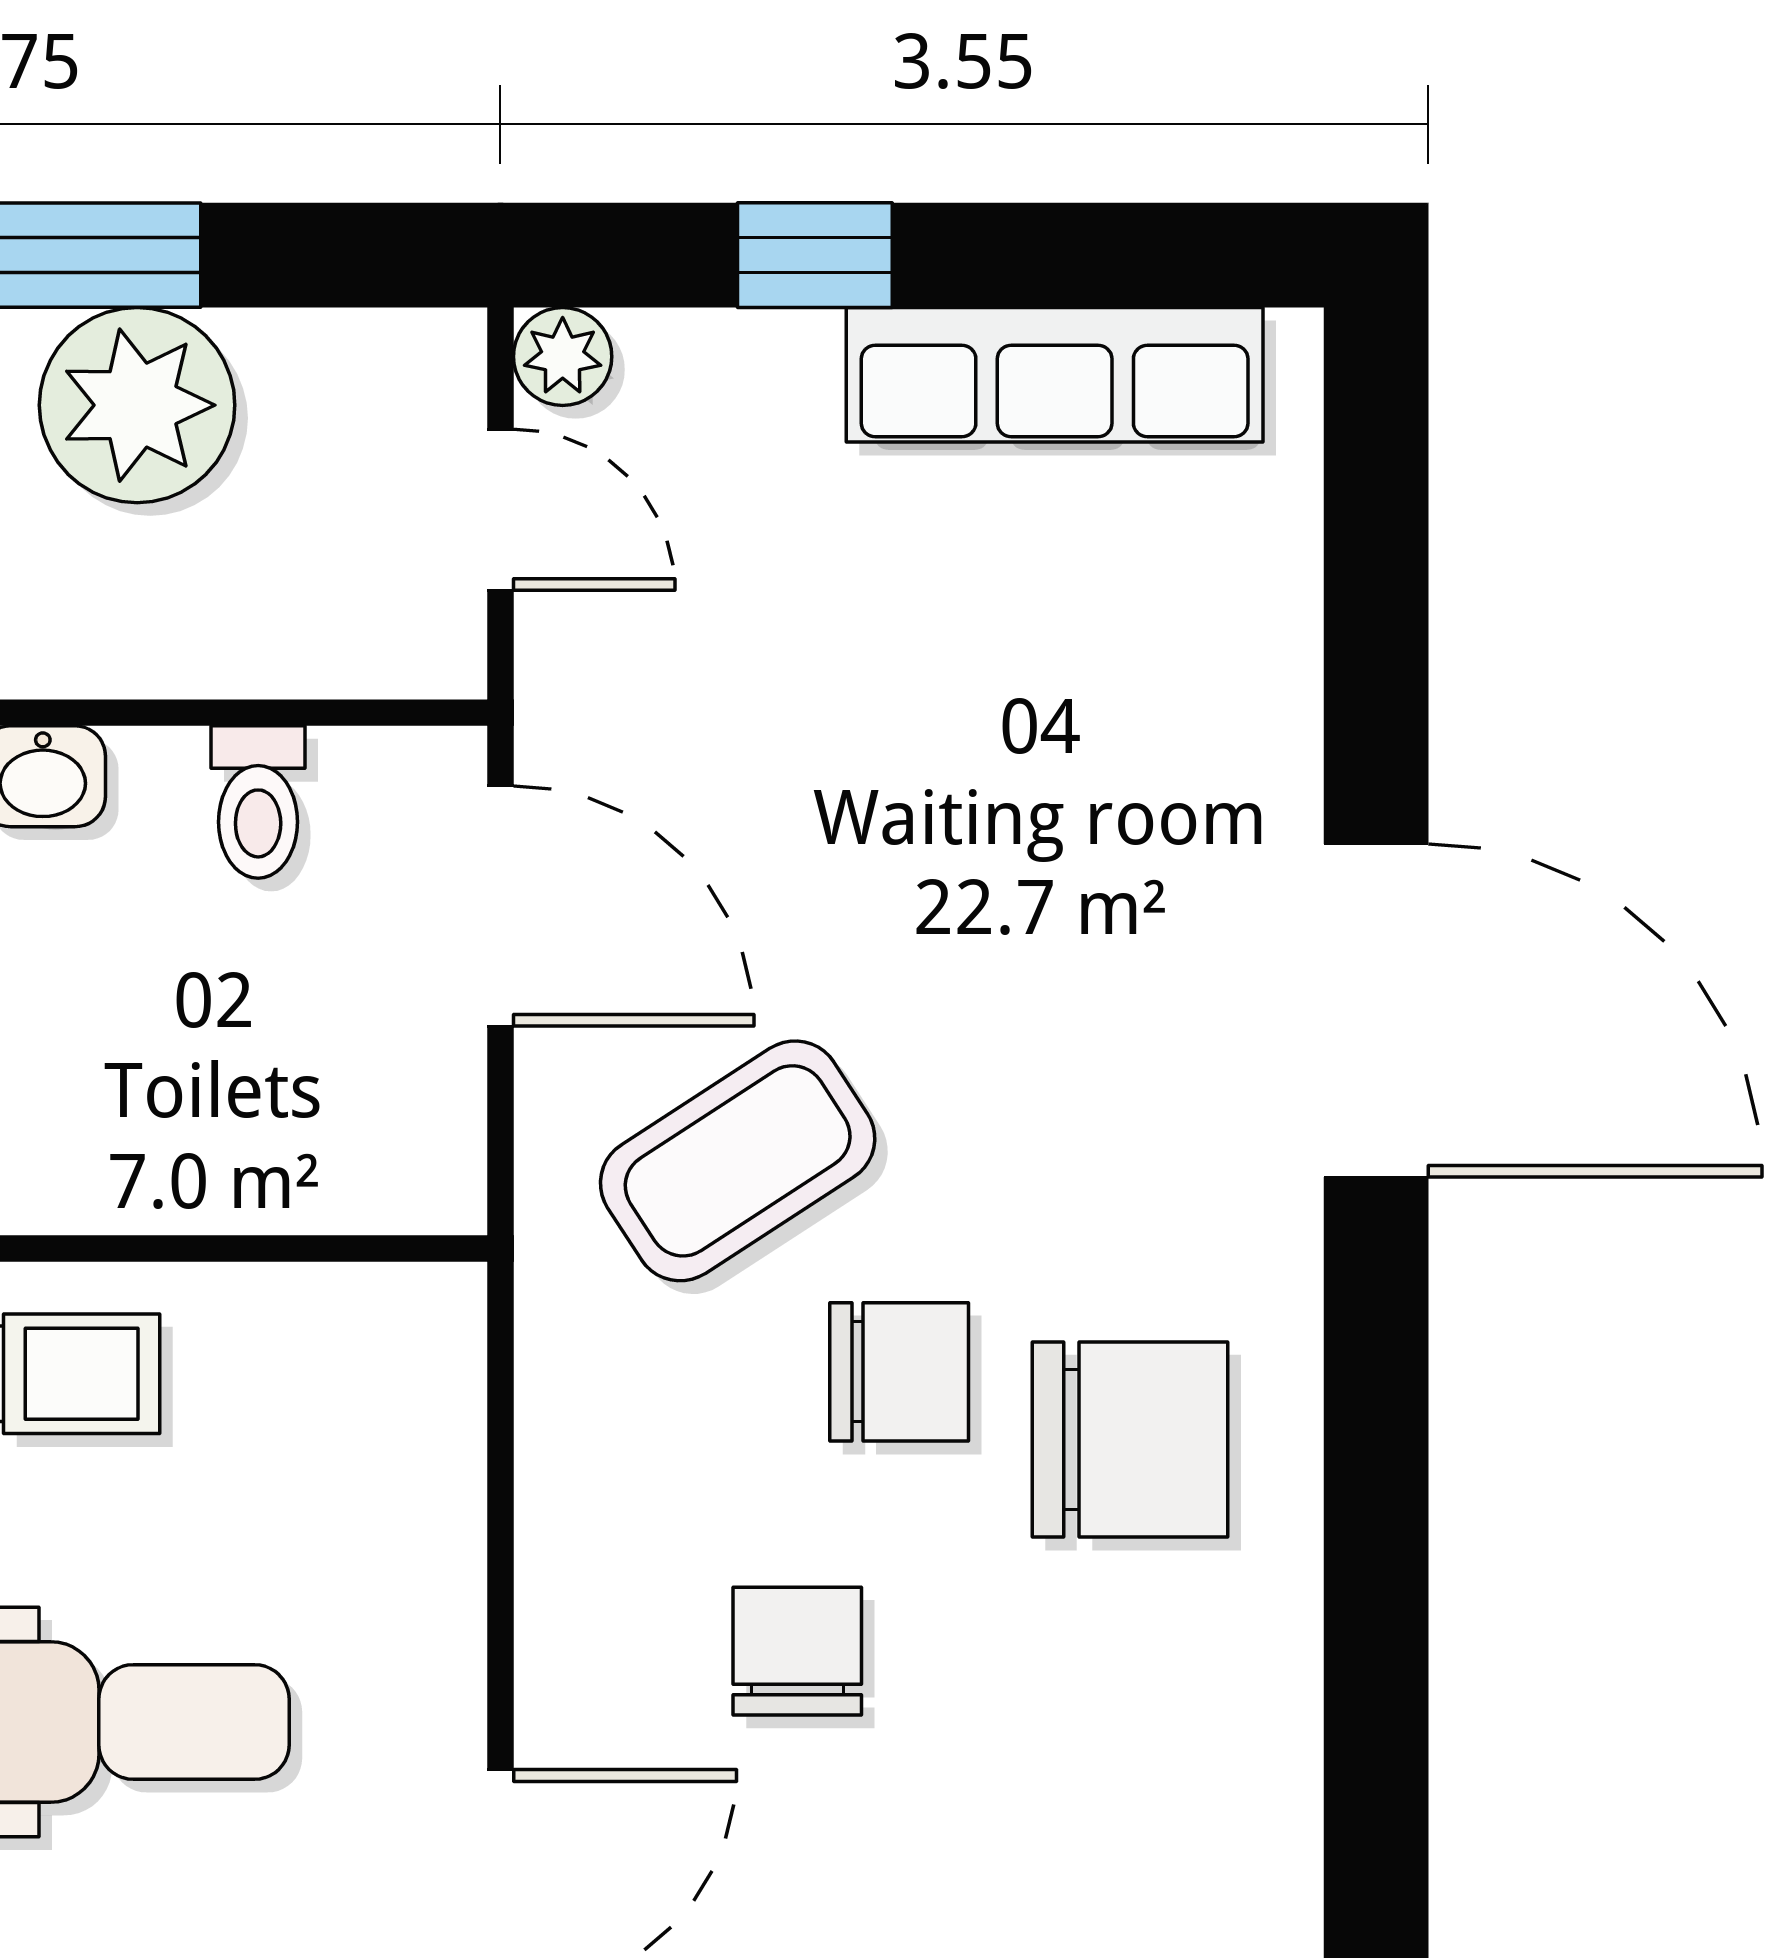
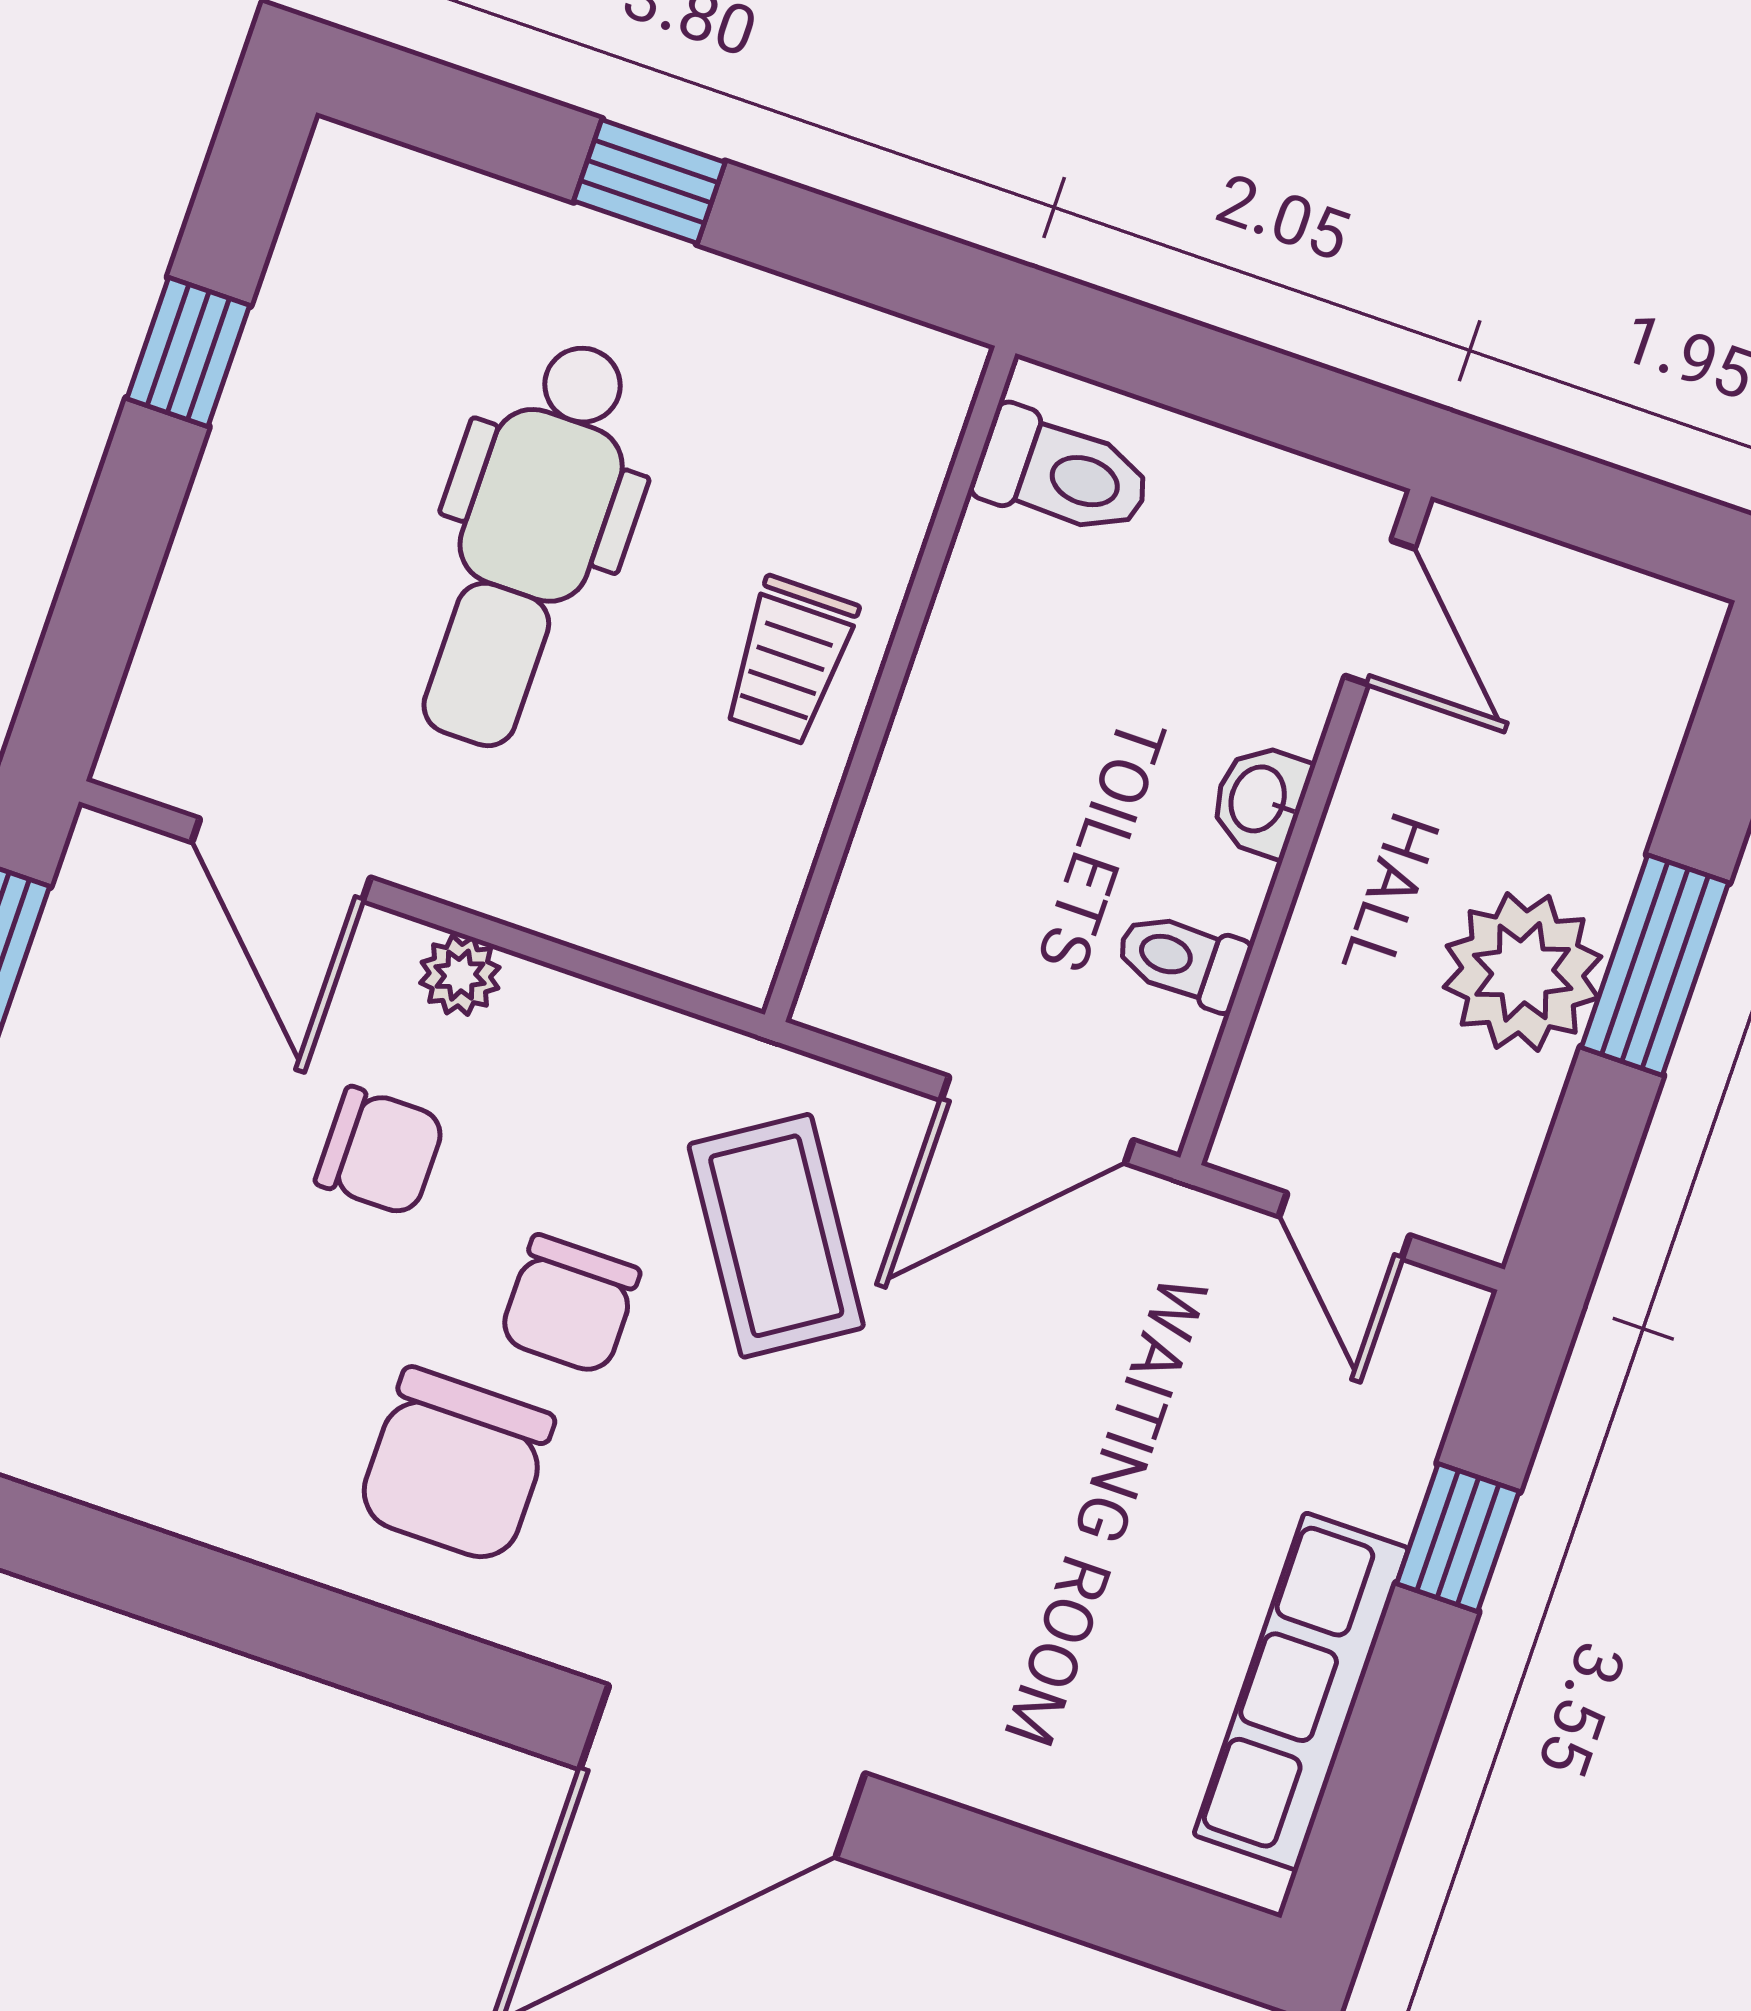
plant: (563, 357) -> (460, 975), moved
door: (500, 510) -> (1344, 1226), hinge flipped

